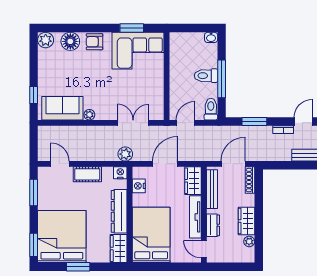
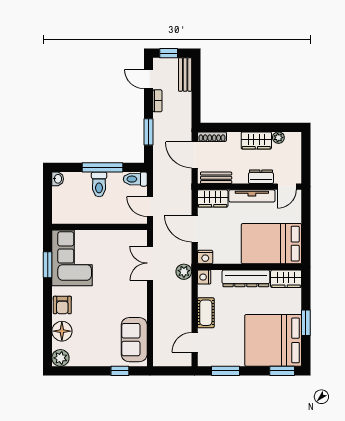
plant: (89, 115) -> (141, 311), removed
nightstand: (139, 186) -> (205, 257), moved
bench: (212, 189) -> (216, 178), width x0.73

